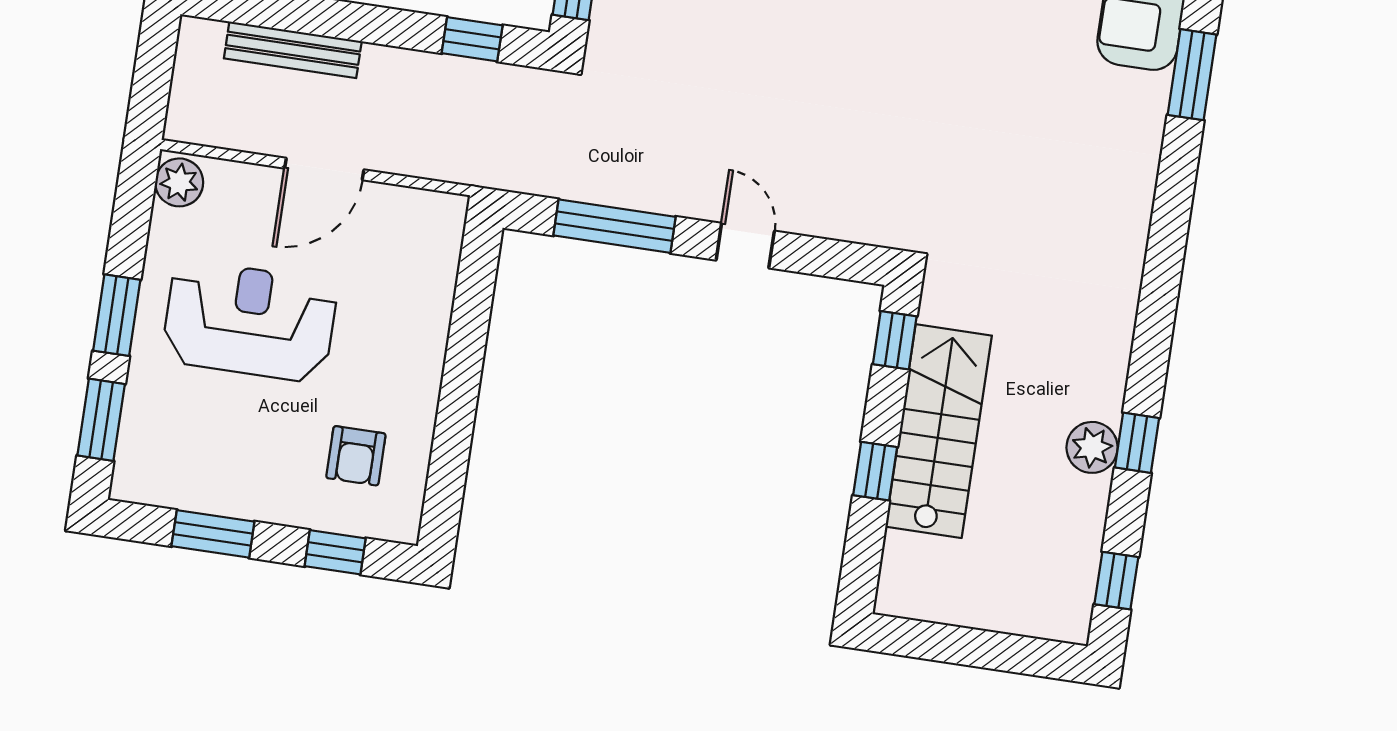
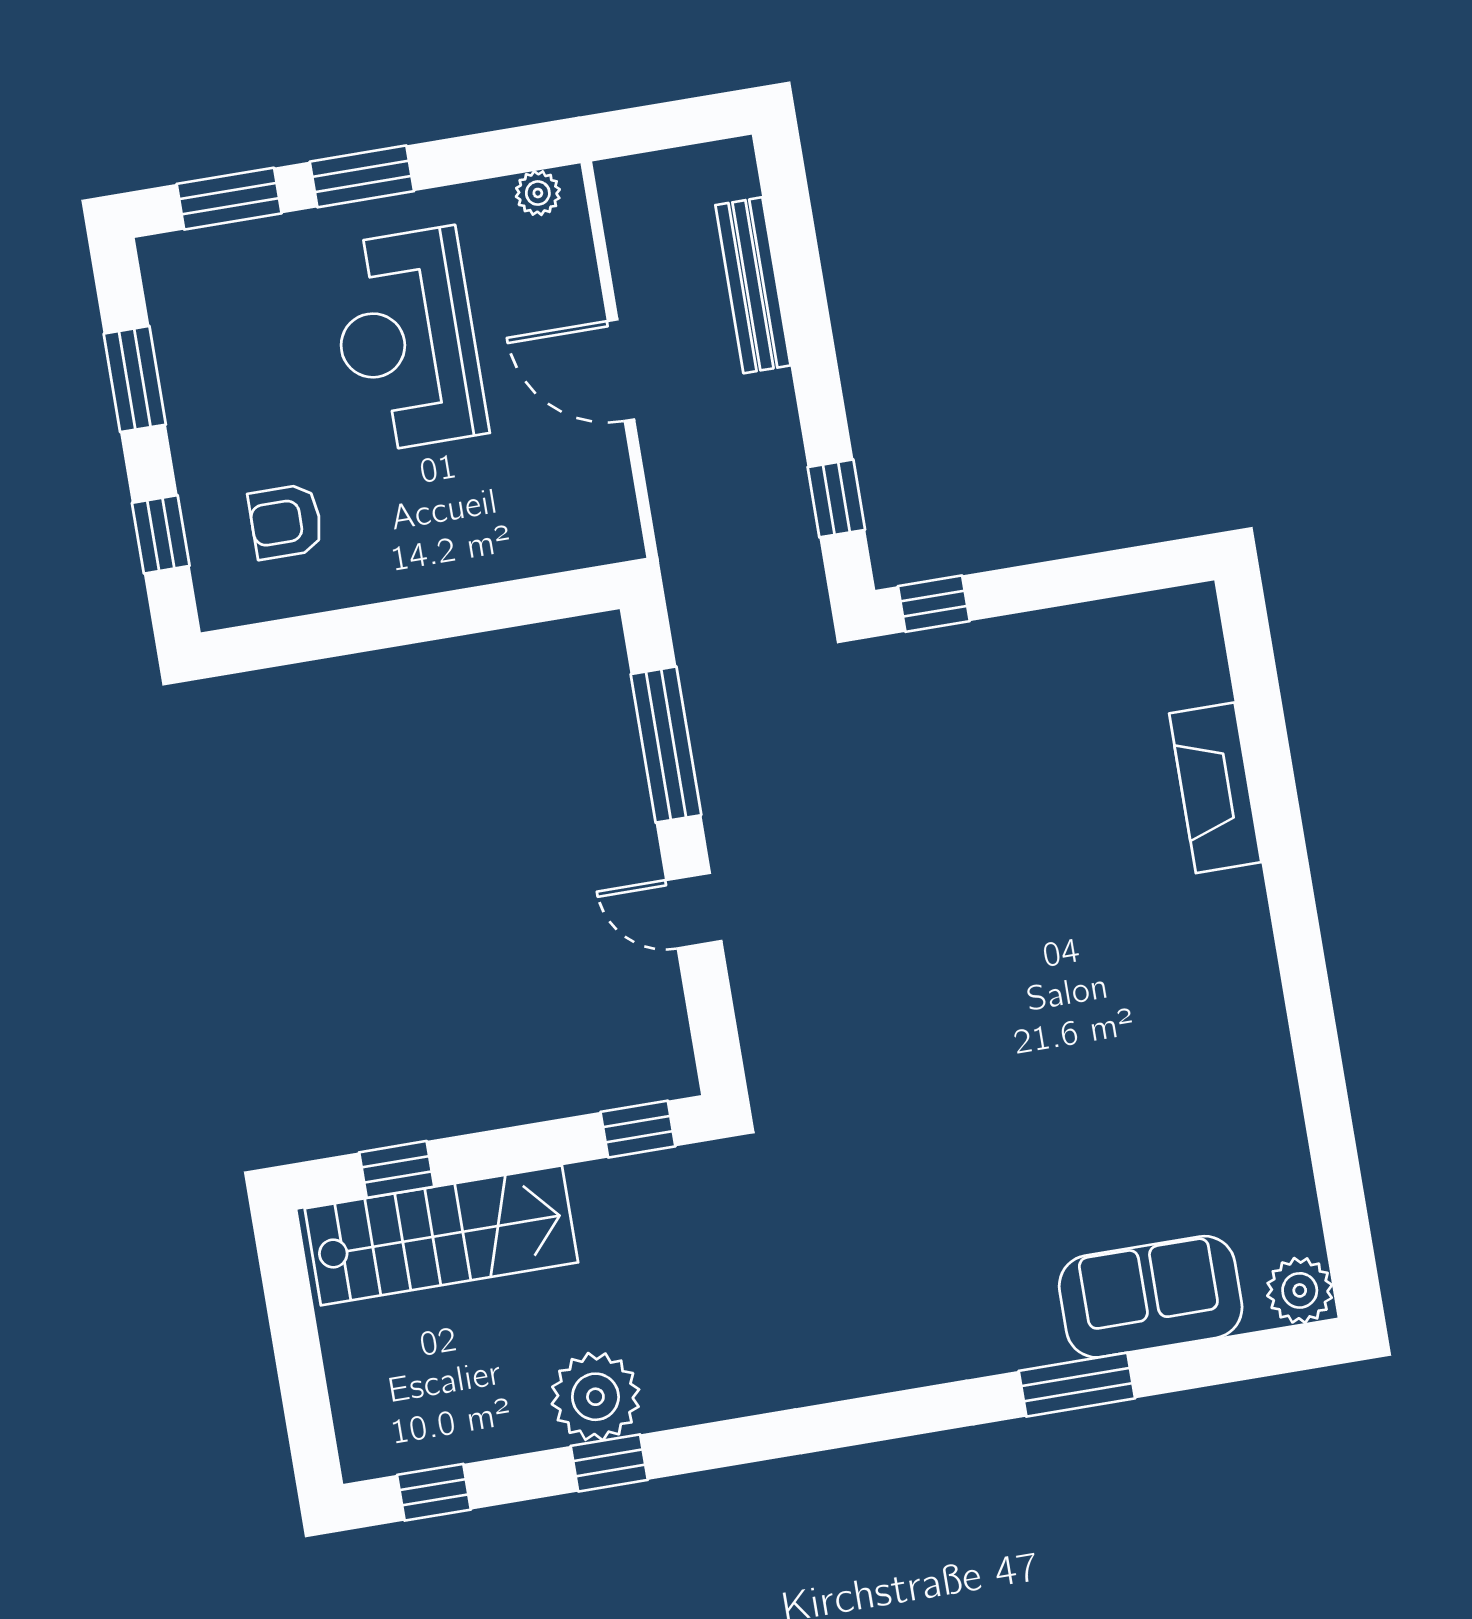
plant: (179, 182) -> (538, 193), width x0.73, depth x0.73
door: (745, 246) -> (694, 911), swing flipped
reception desk: (250, 321) -> (407, 340), turned 180
stairs: (939, 431) -> (441, 1235), moved
plant: (1092, 447) -> (595, 1397), width x1.36, depth x1.36
window: (875, 471) -> (397, 1169), moved

